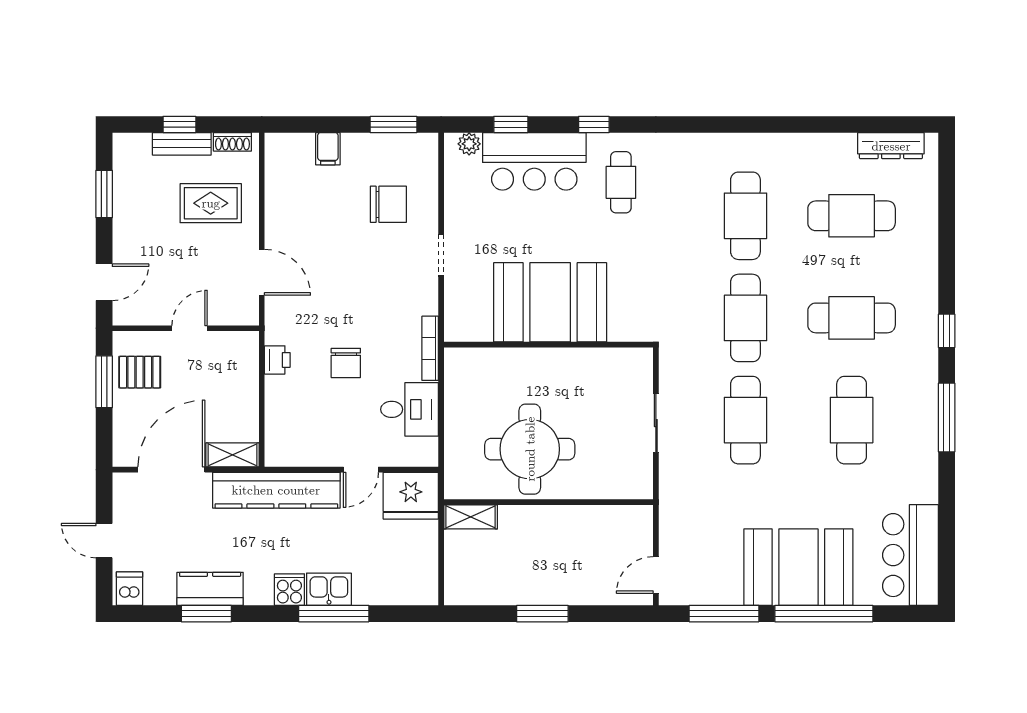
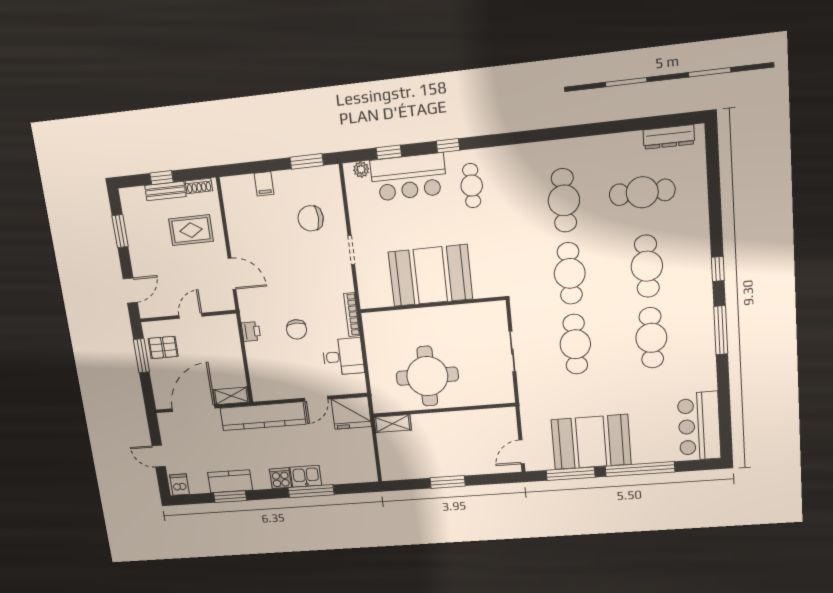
chair: (388, 204) -> (311, 218), turned 180
cafe table: (852, 318) -> (647, 266), turned 90
booth: (798, 567) -> (591, 442), moved

